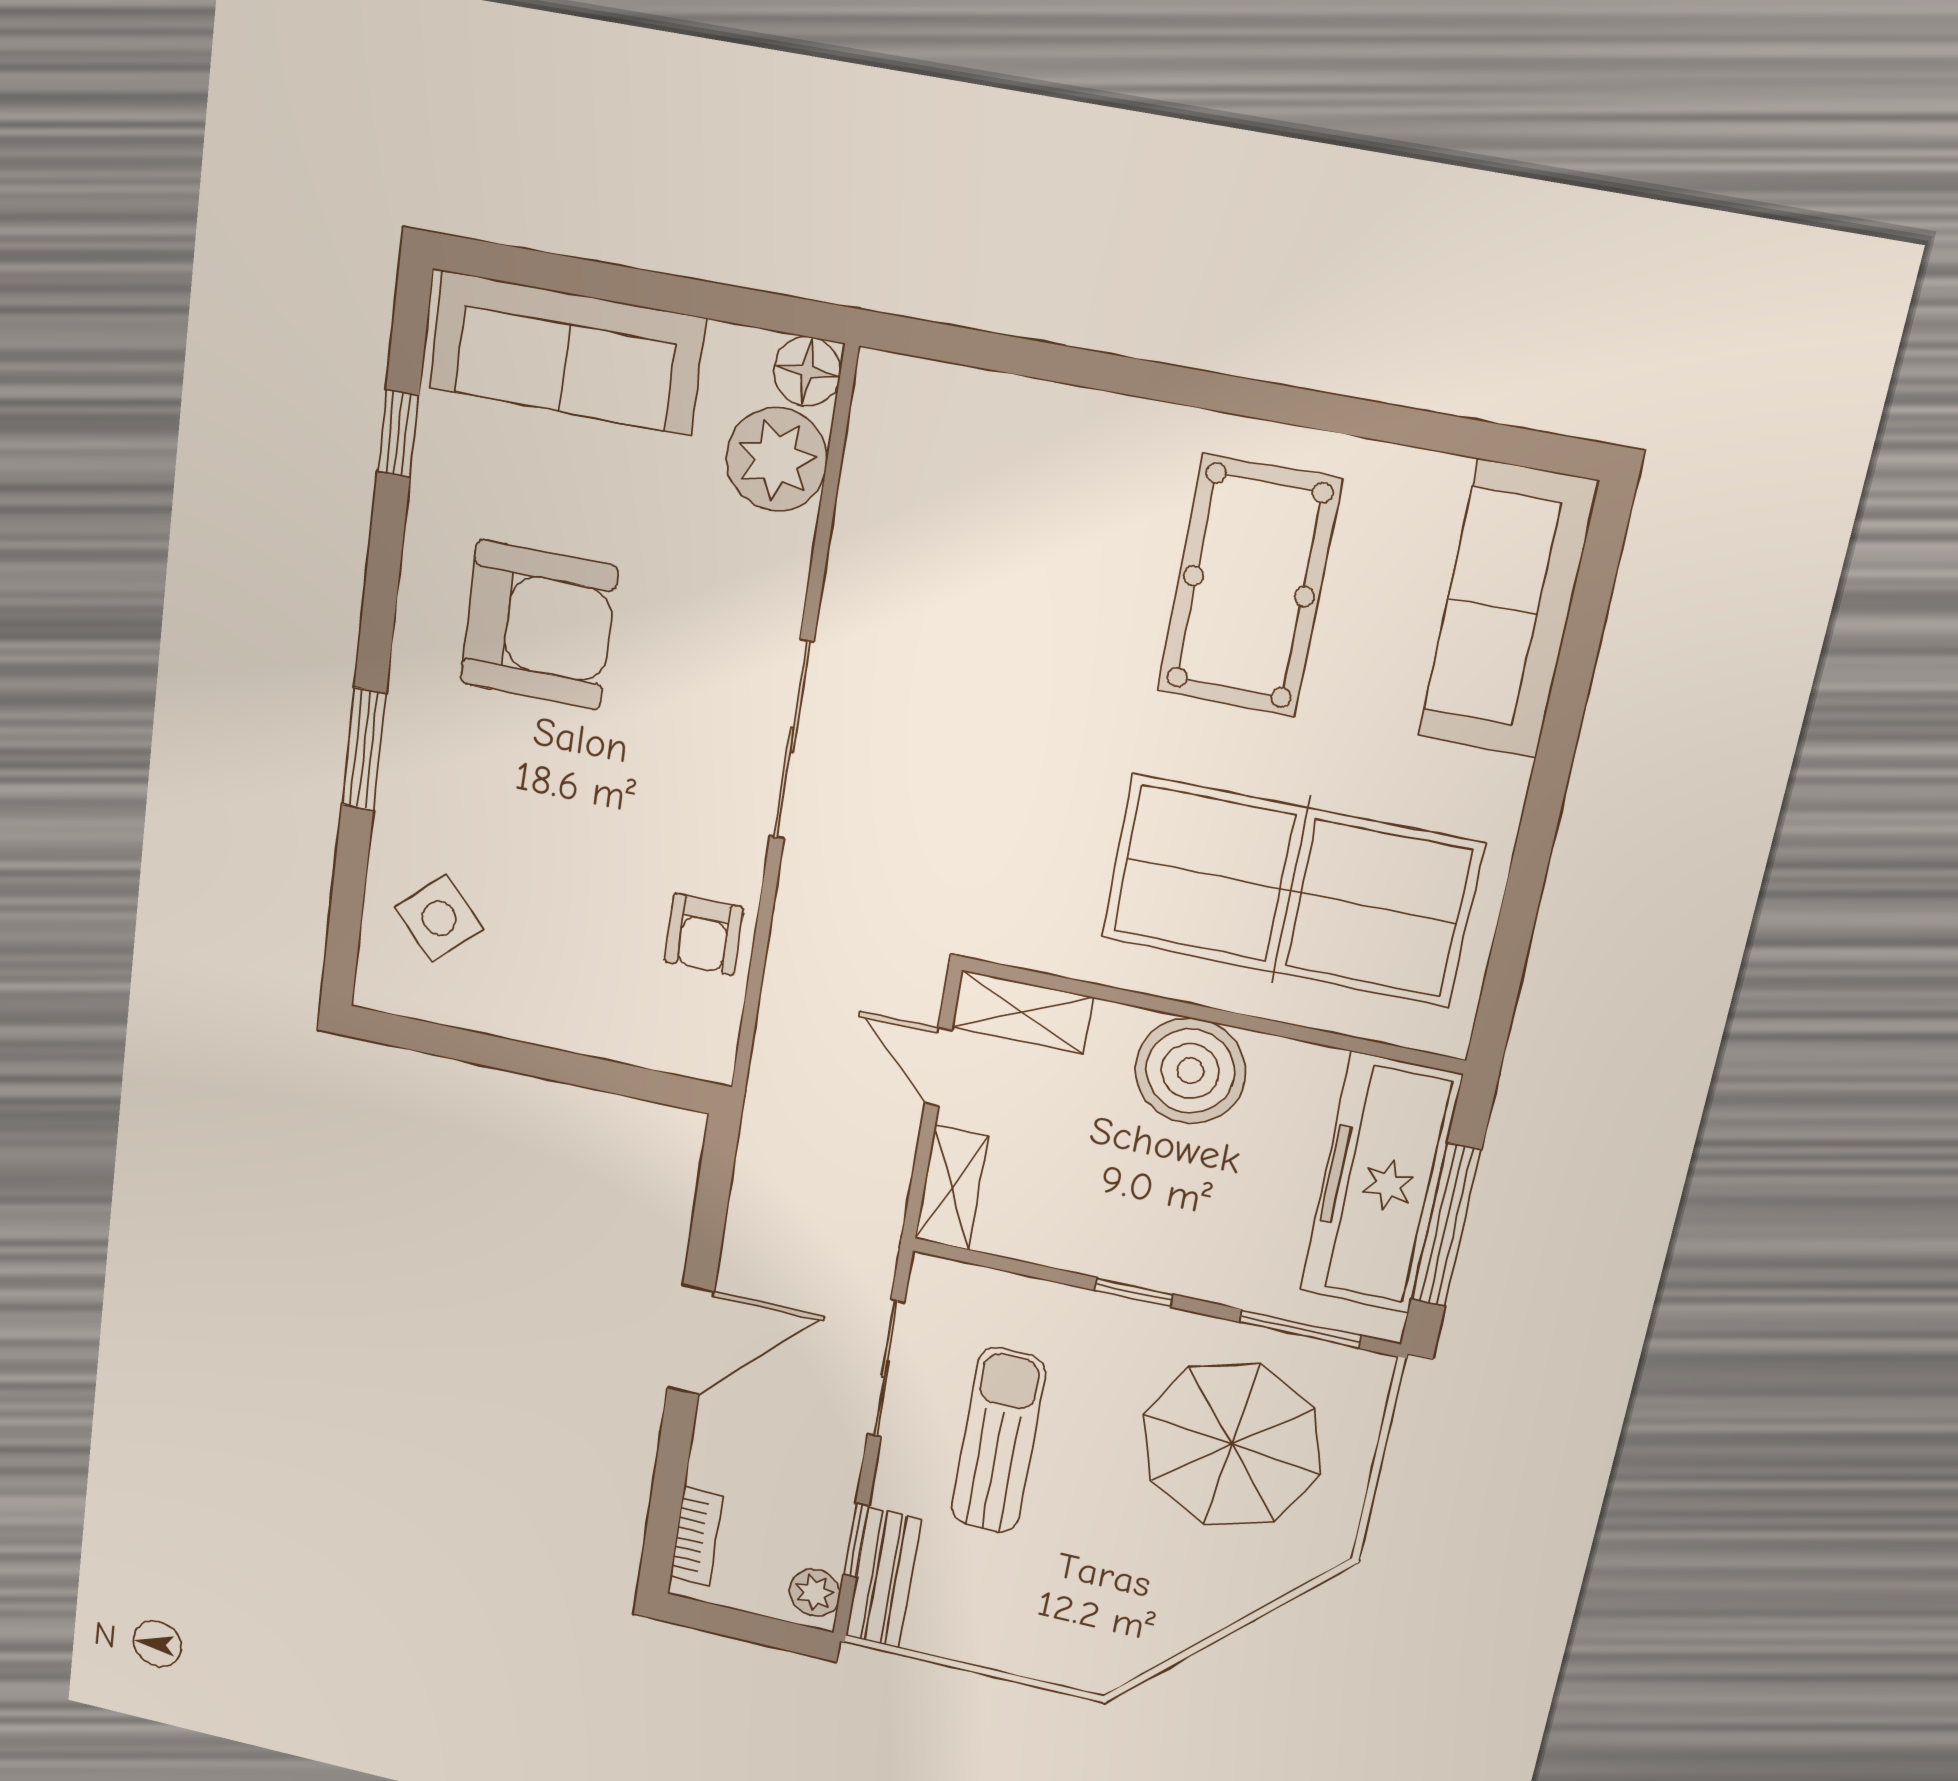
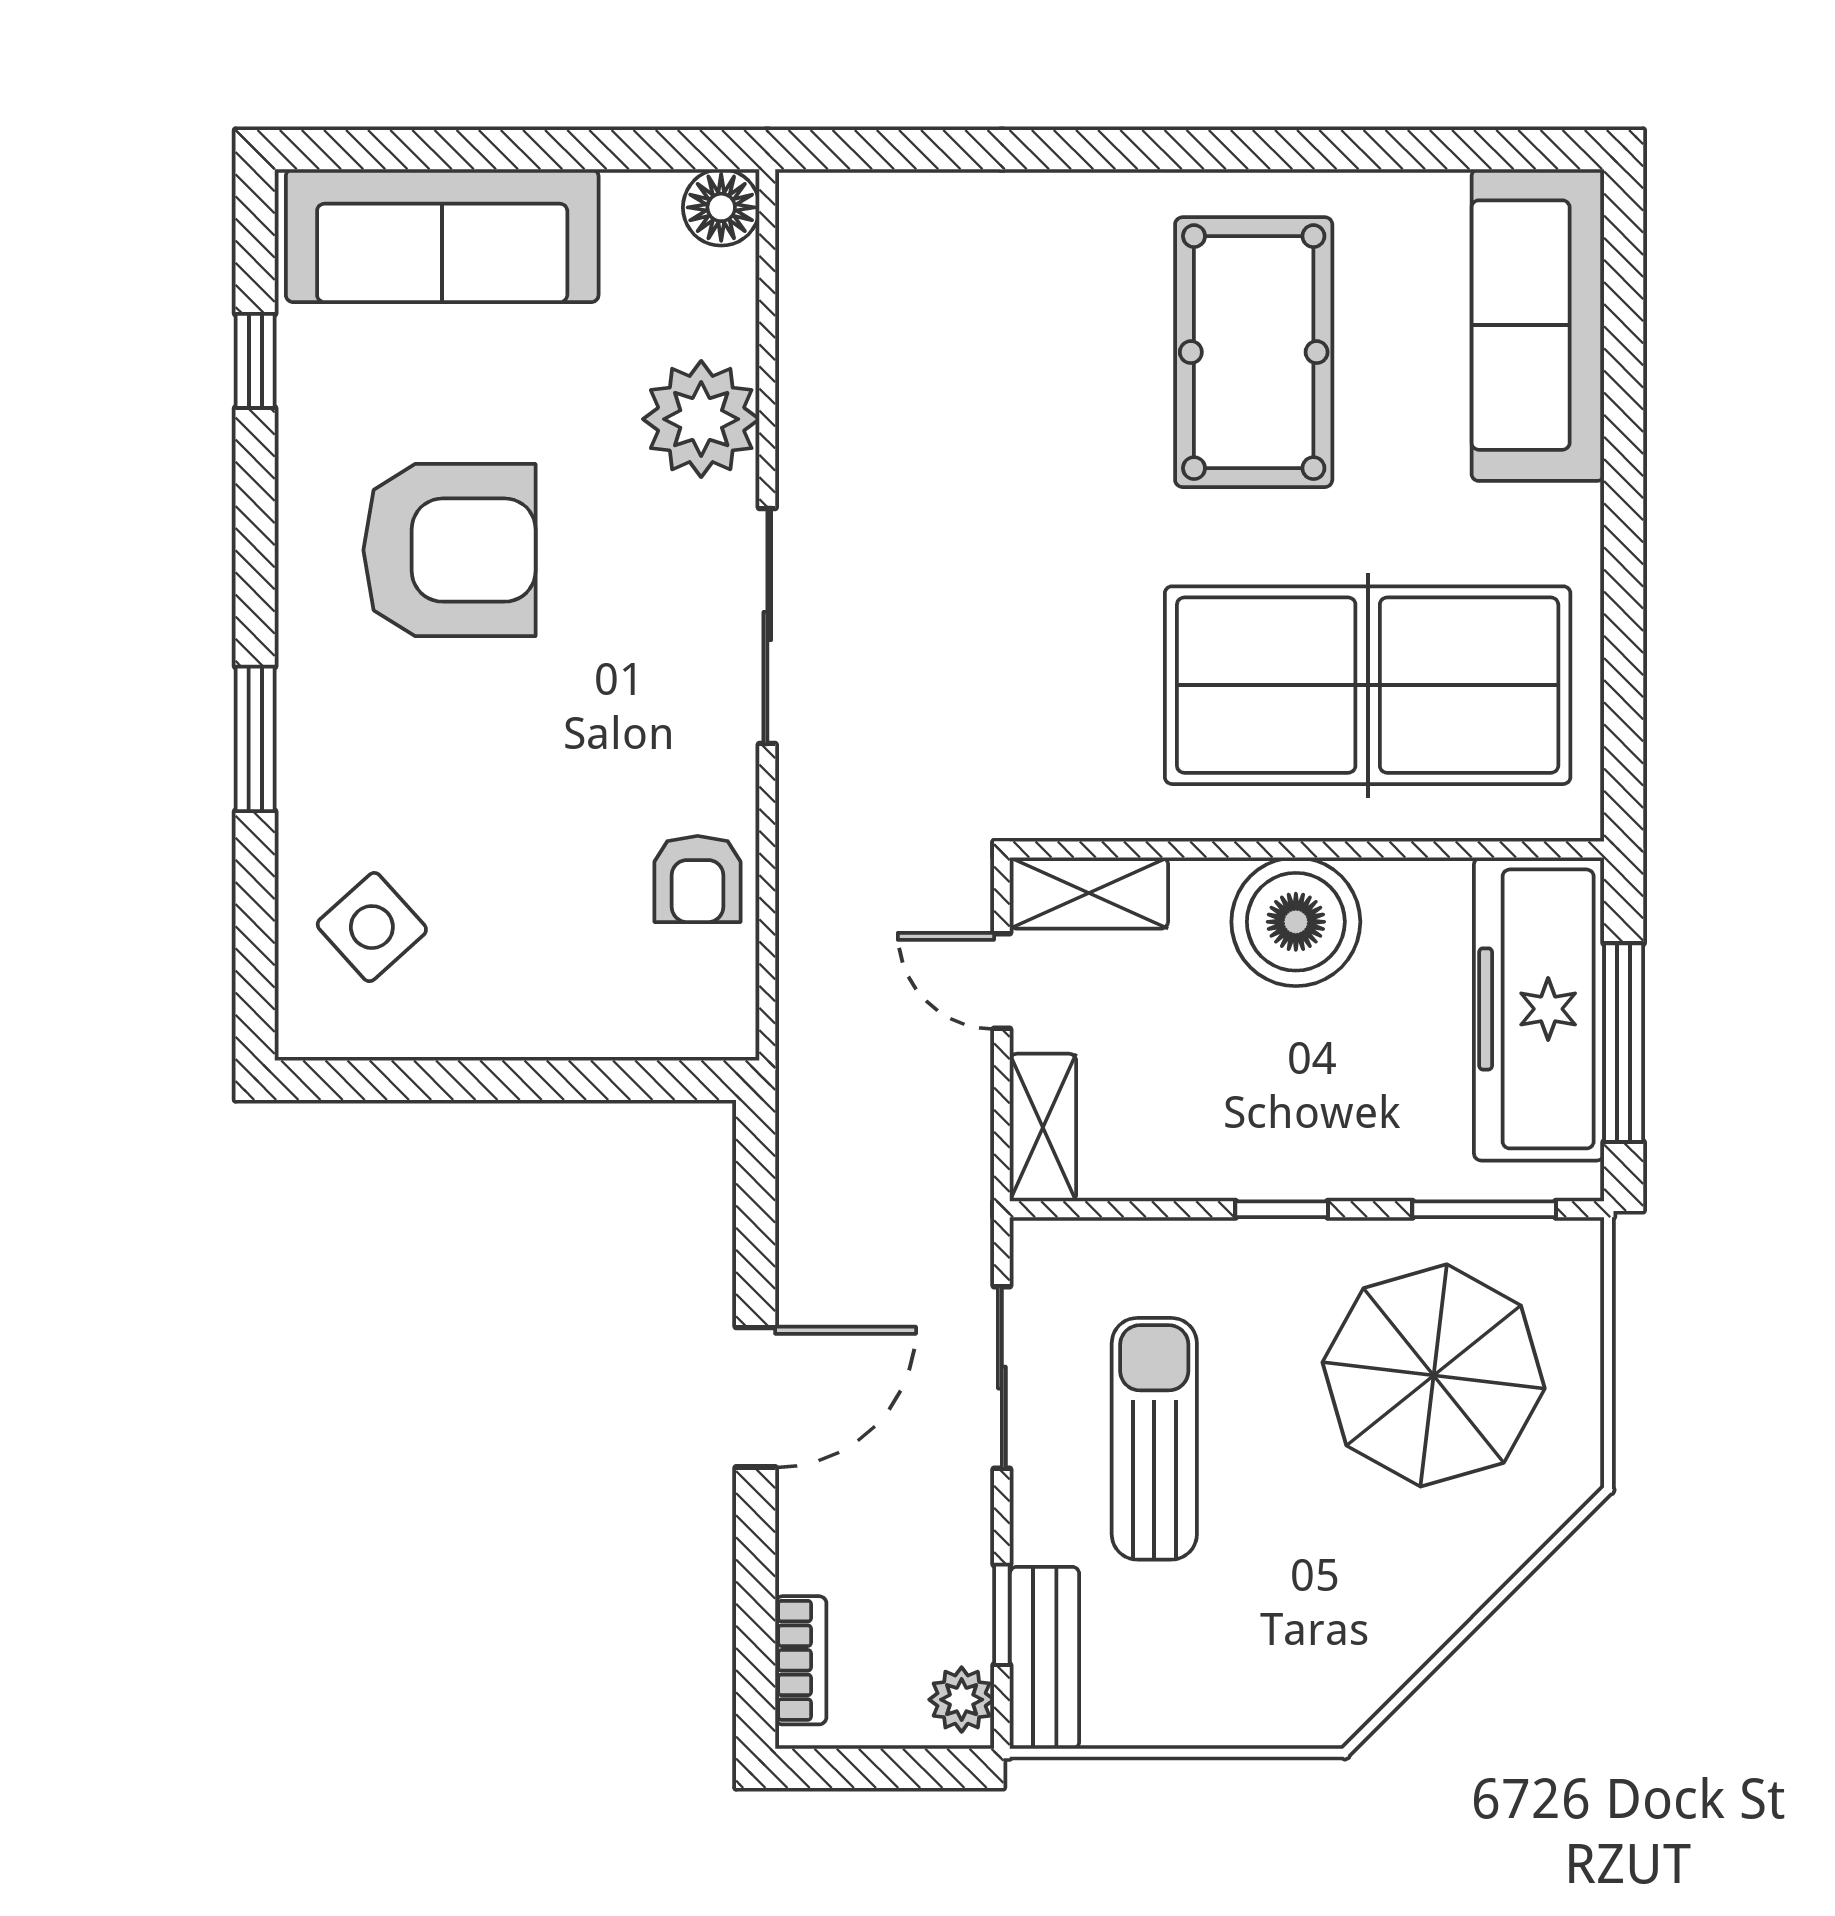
plant: (777, 459) -> (701, 419), moved

